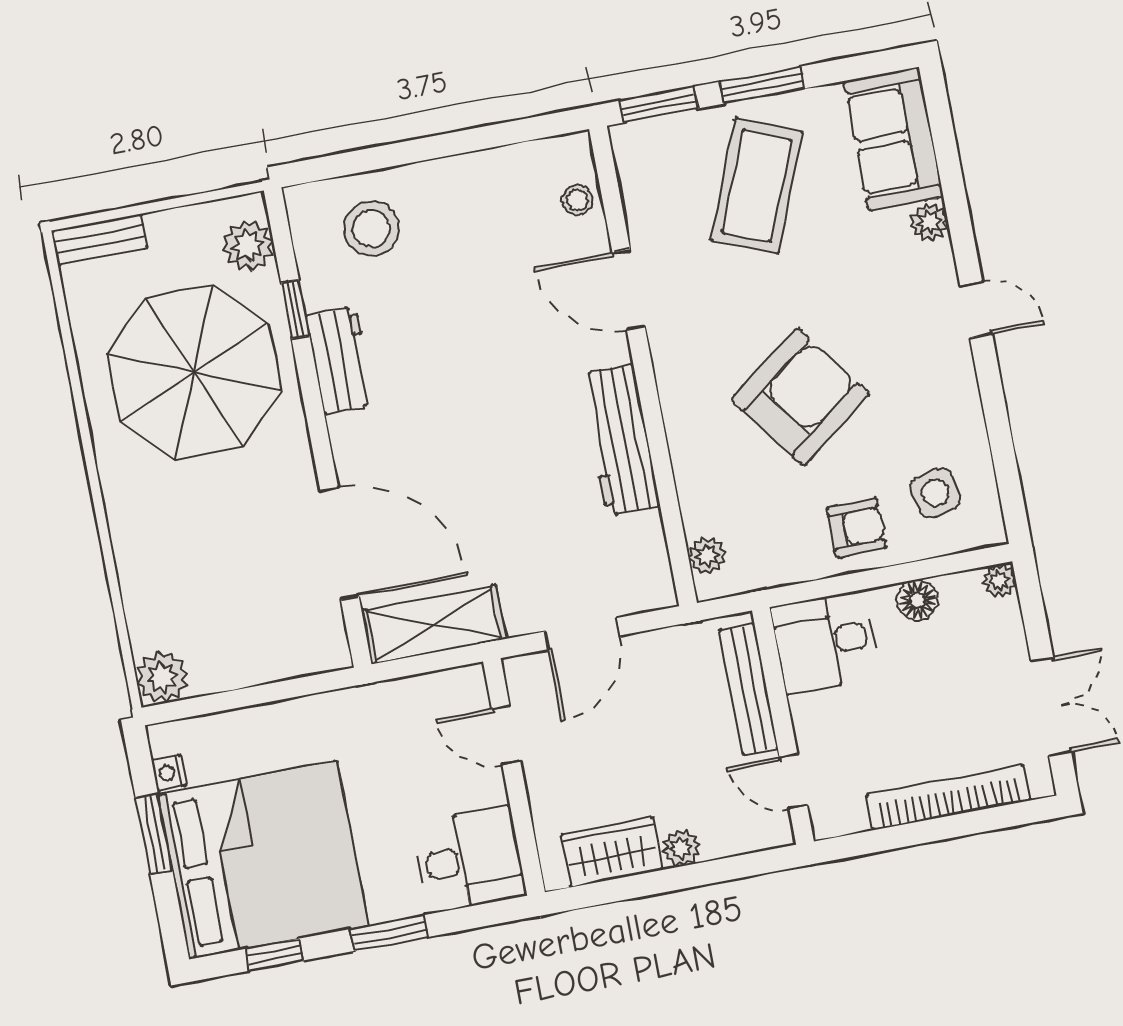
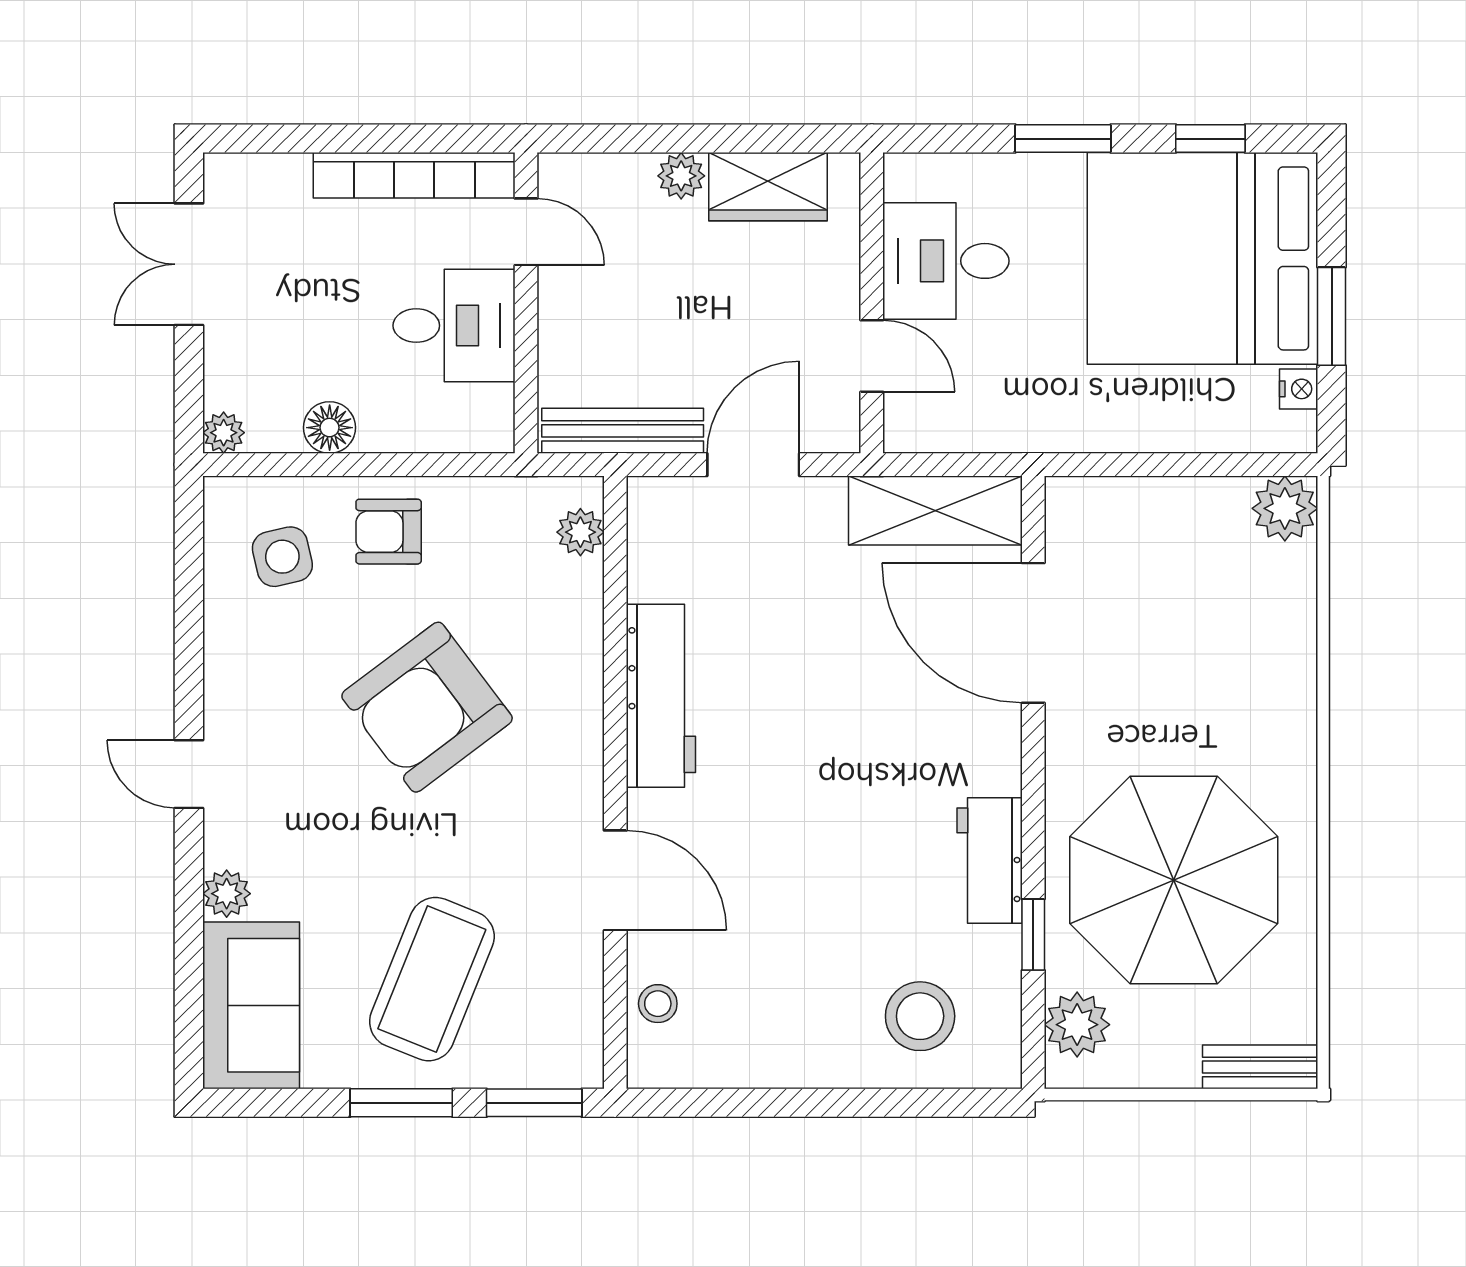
desk: (825, 642) -> (454, 326), moved
bench: (749, 689) -> (623, 431), moved, turned 90
bookcase: (948, 798) -> (414, 175), moved
desk: (470, 859) -> (946, 261), moved

